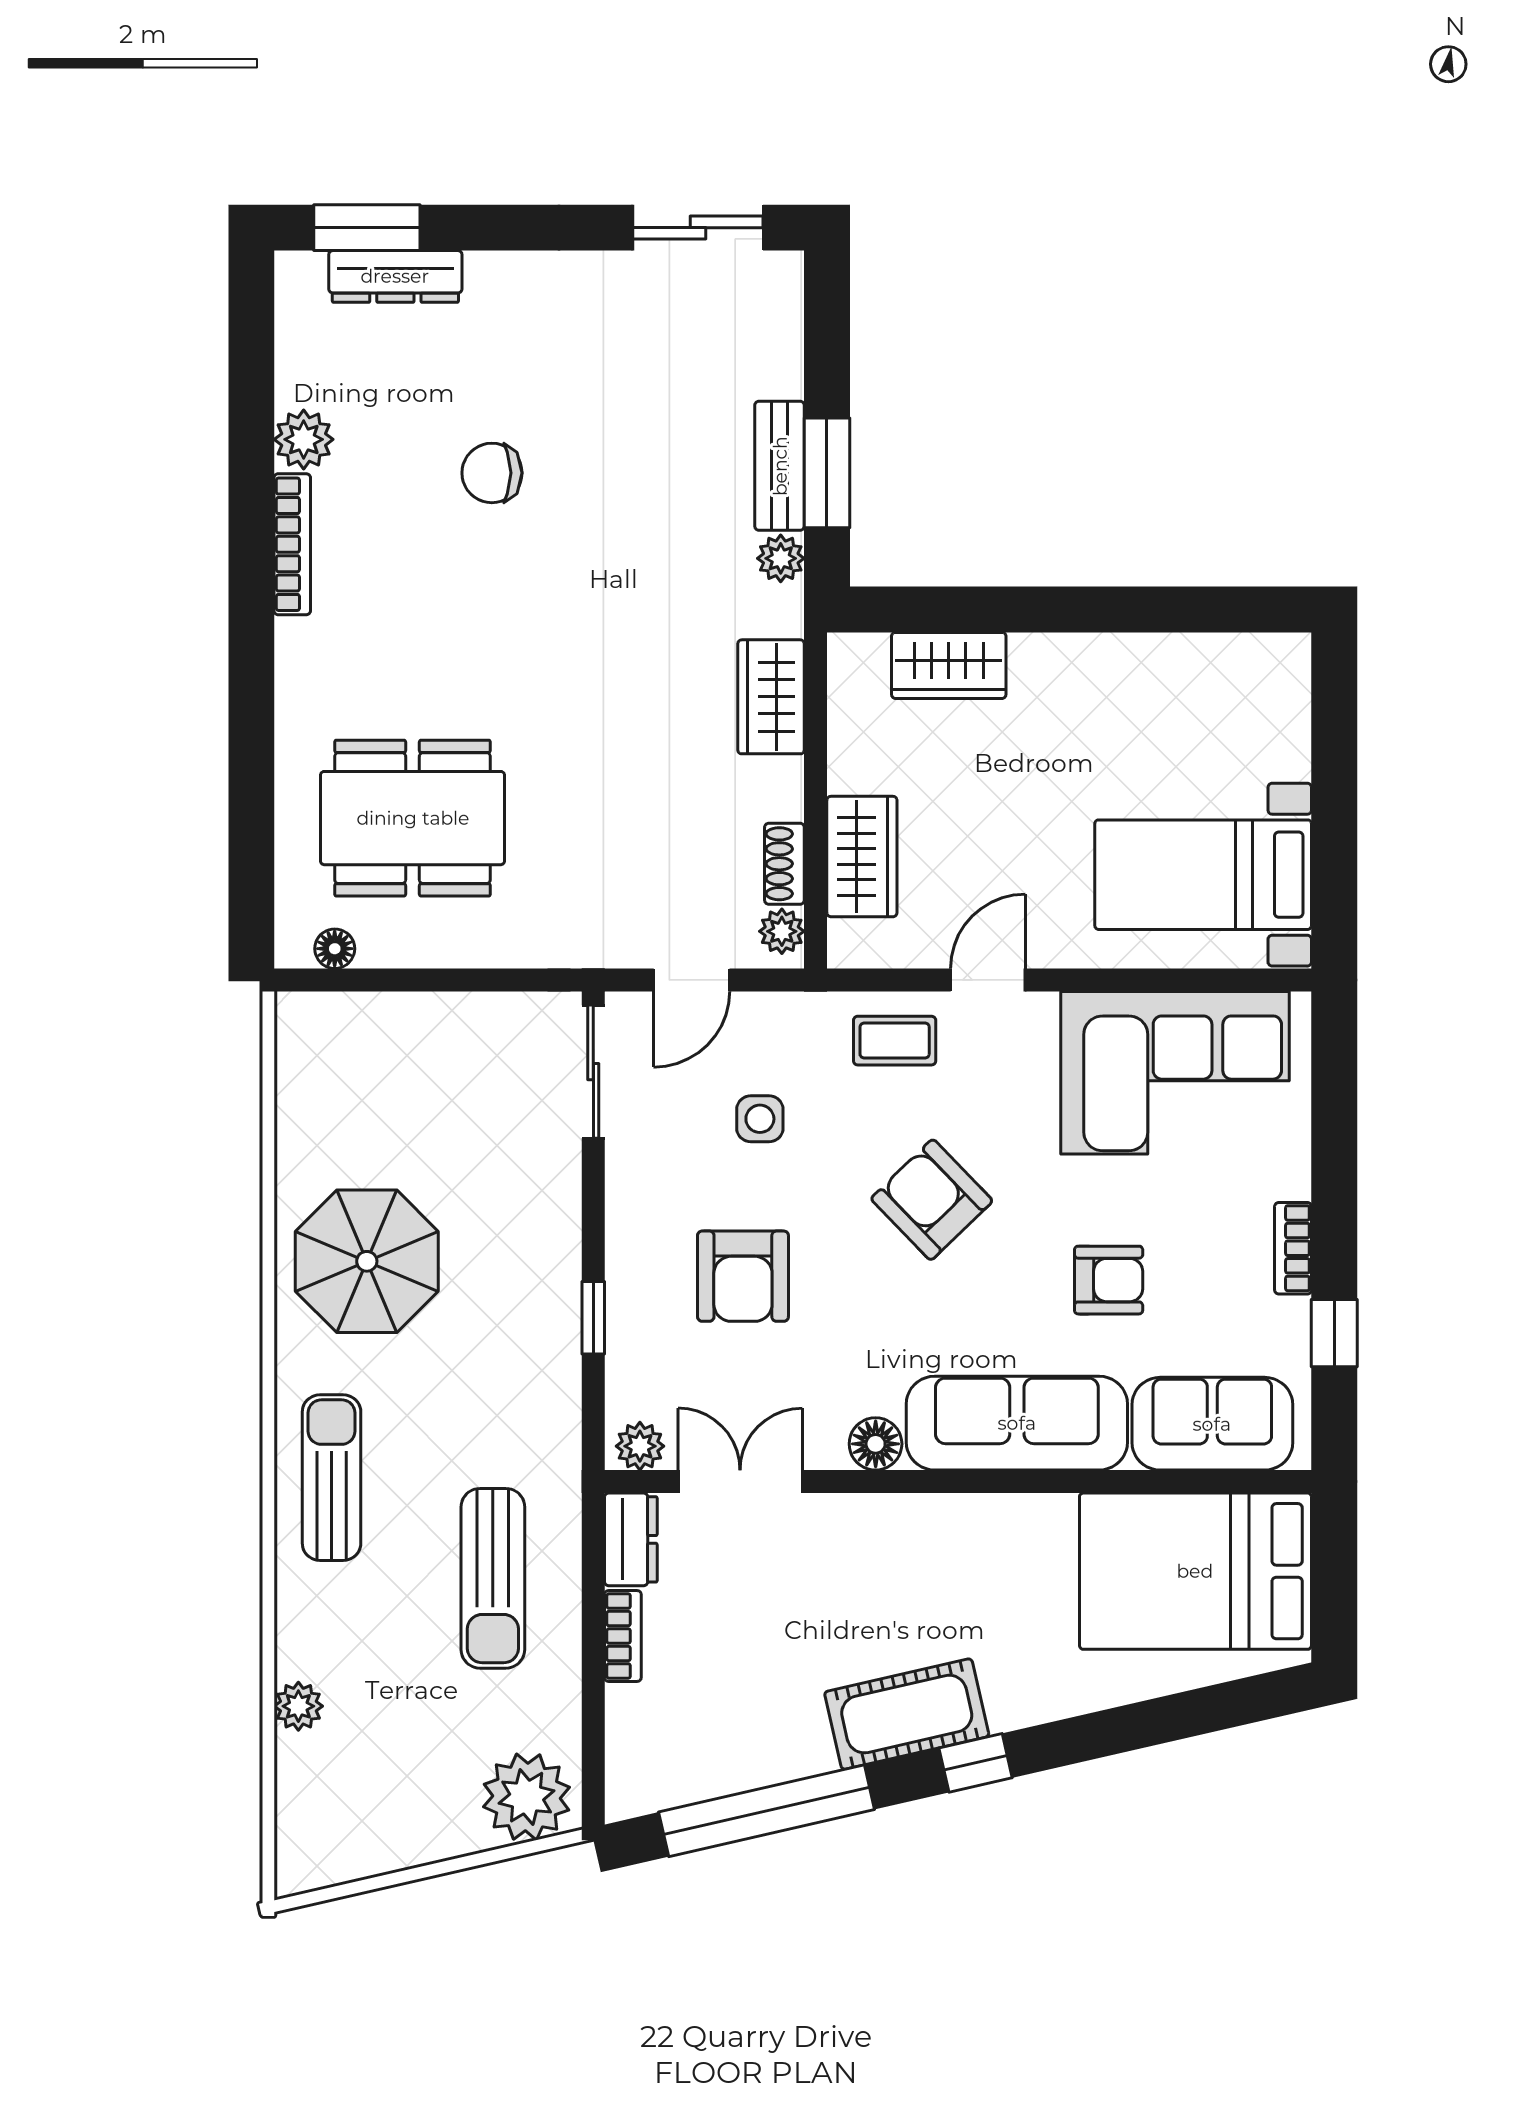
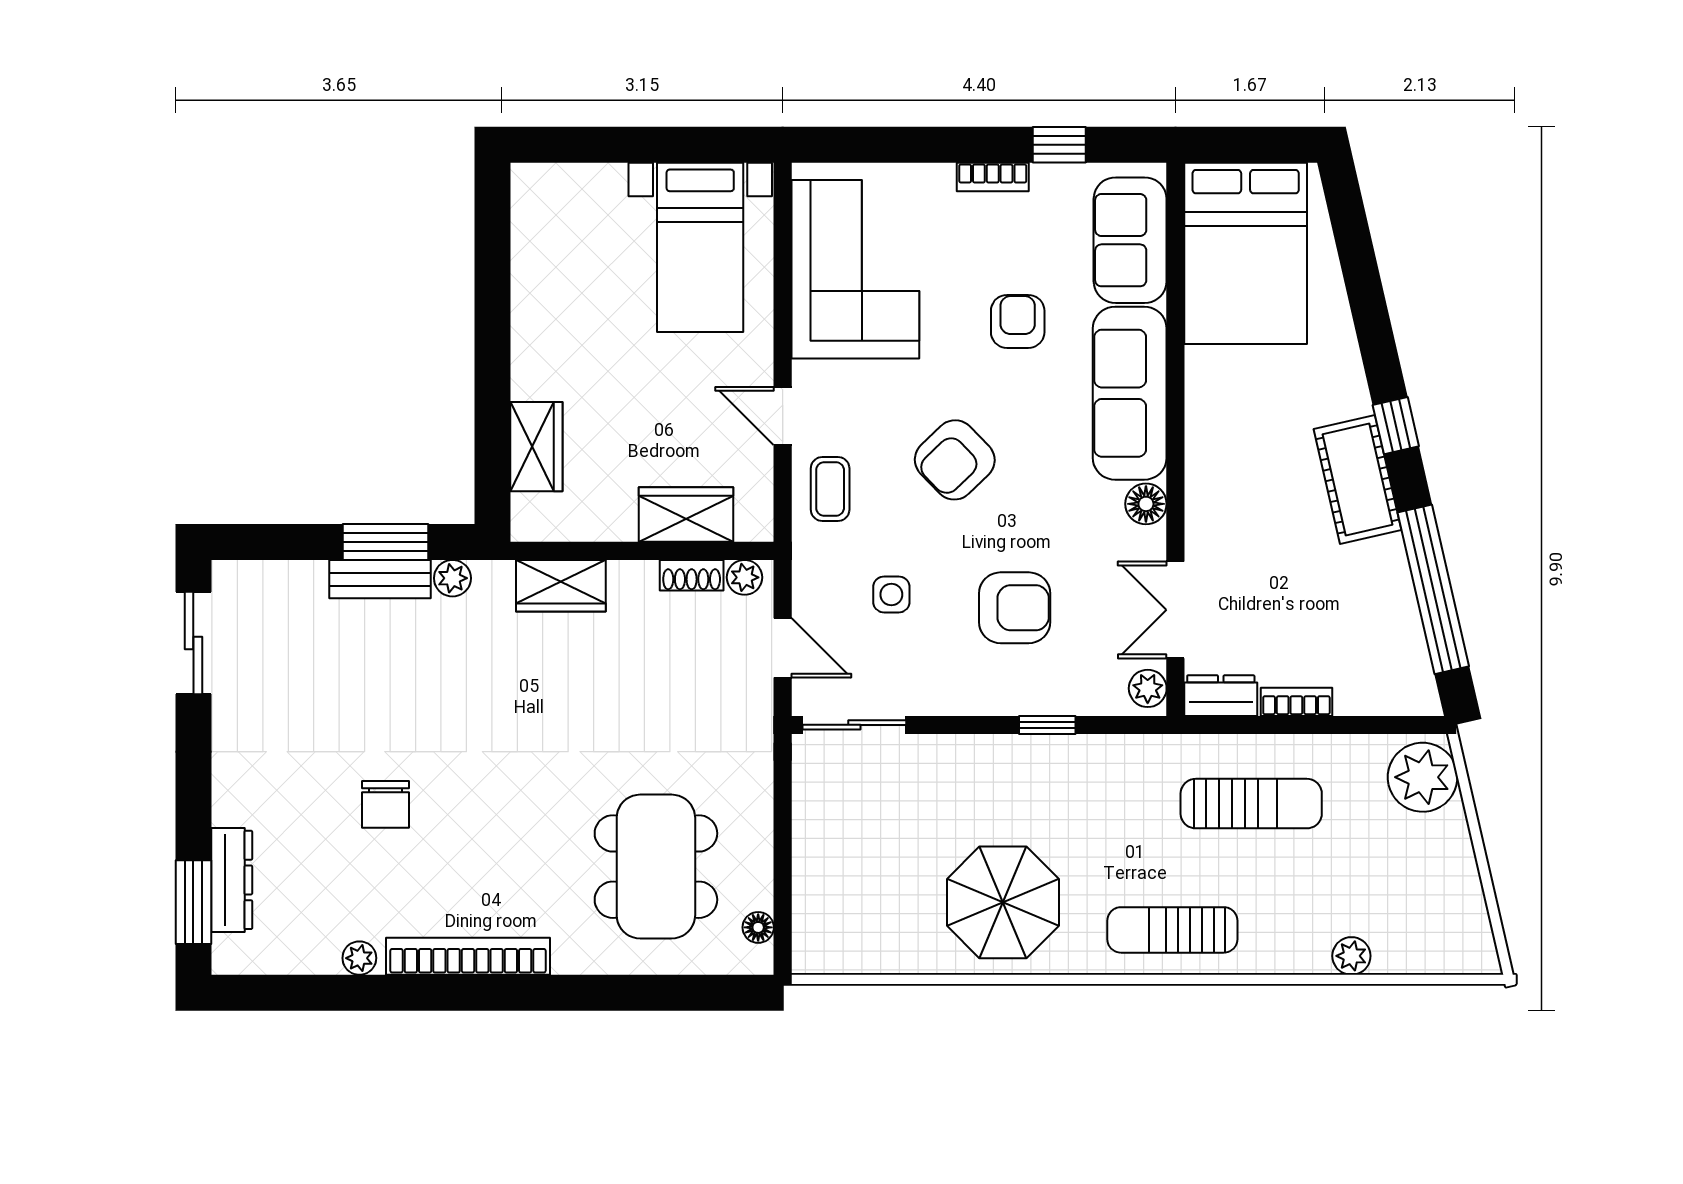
plant: (304, 439) -> (359, 958), width x0.73, depth x0.73
bookcase: (292, 544) -> (468, 956), width x1.48, depth x1.31

